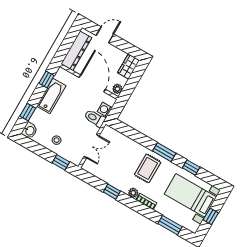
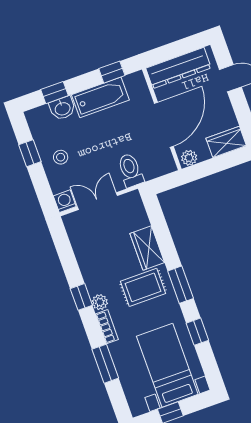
washing machine: (105, 110) -> (65, 201), moved
washbasin: (30, 131) -> (62, 108), moved
double door: (92, 146) -> (97, 201), swing flipped
wardrobe: (134, 148) -> (147, 248), added
window: (61, 162) -> (30, 153), moved
window: (112, 192) -> (81, 297), moved
window: (170, 225) -> (105, 364), moved

